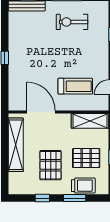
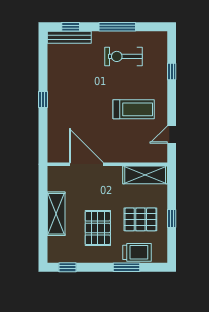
treadmill: (75, 86) -> (134, 109), moved
shelving: (16, 145) -> (56, 214), width x0.68
window: (42, 198) -> (67, 267), moved

